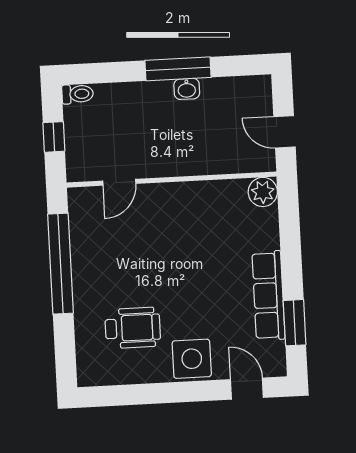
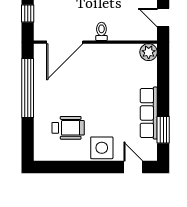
toilet: (181, 161) -> (101, 31), added
door: (119, 182) -> (65, 42), width x1.87

